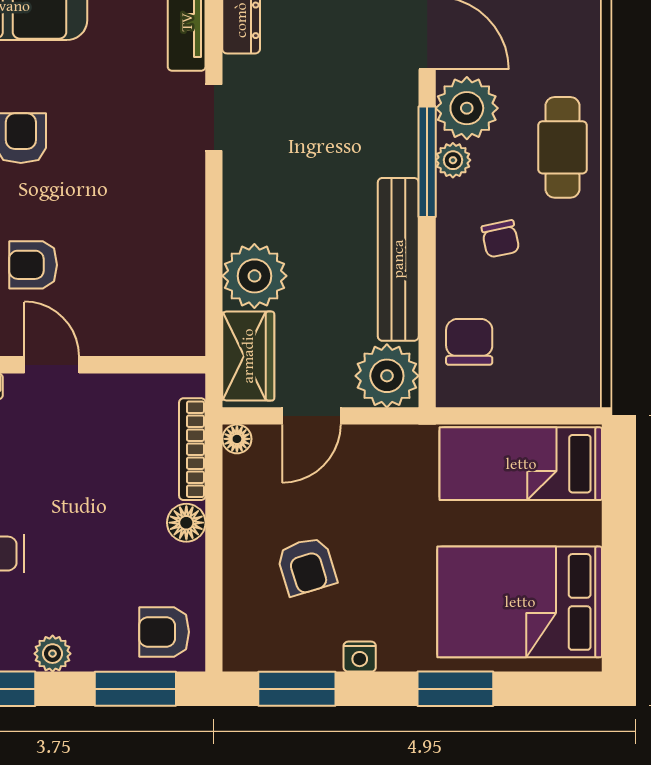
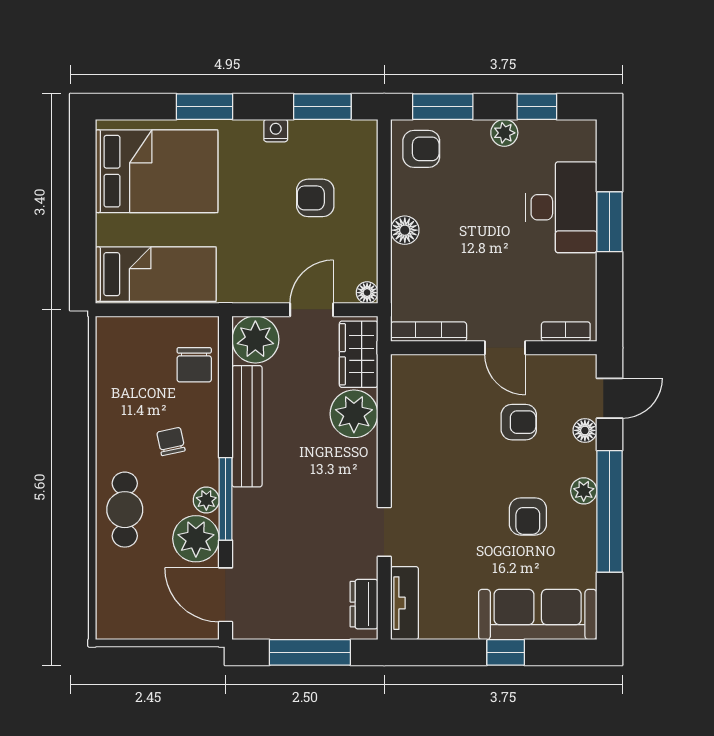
bookcase: (192, 449) -> (429, 332), moved, turned -90
armchair: (306, 566) -> (315, 198), turned -73

